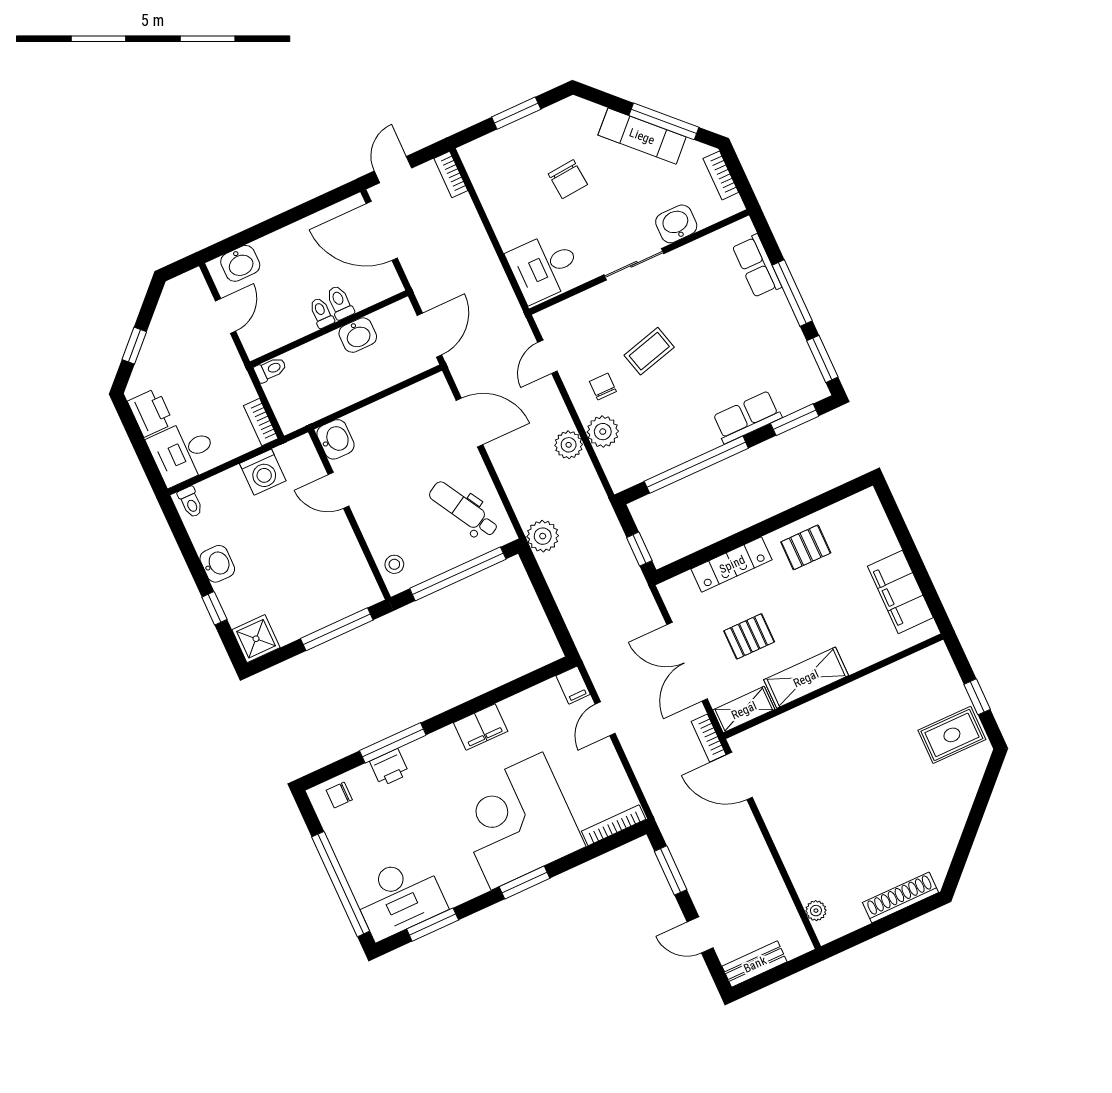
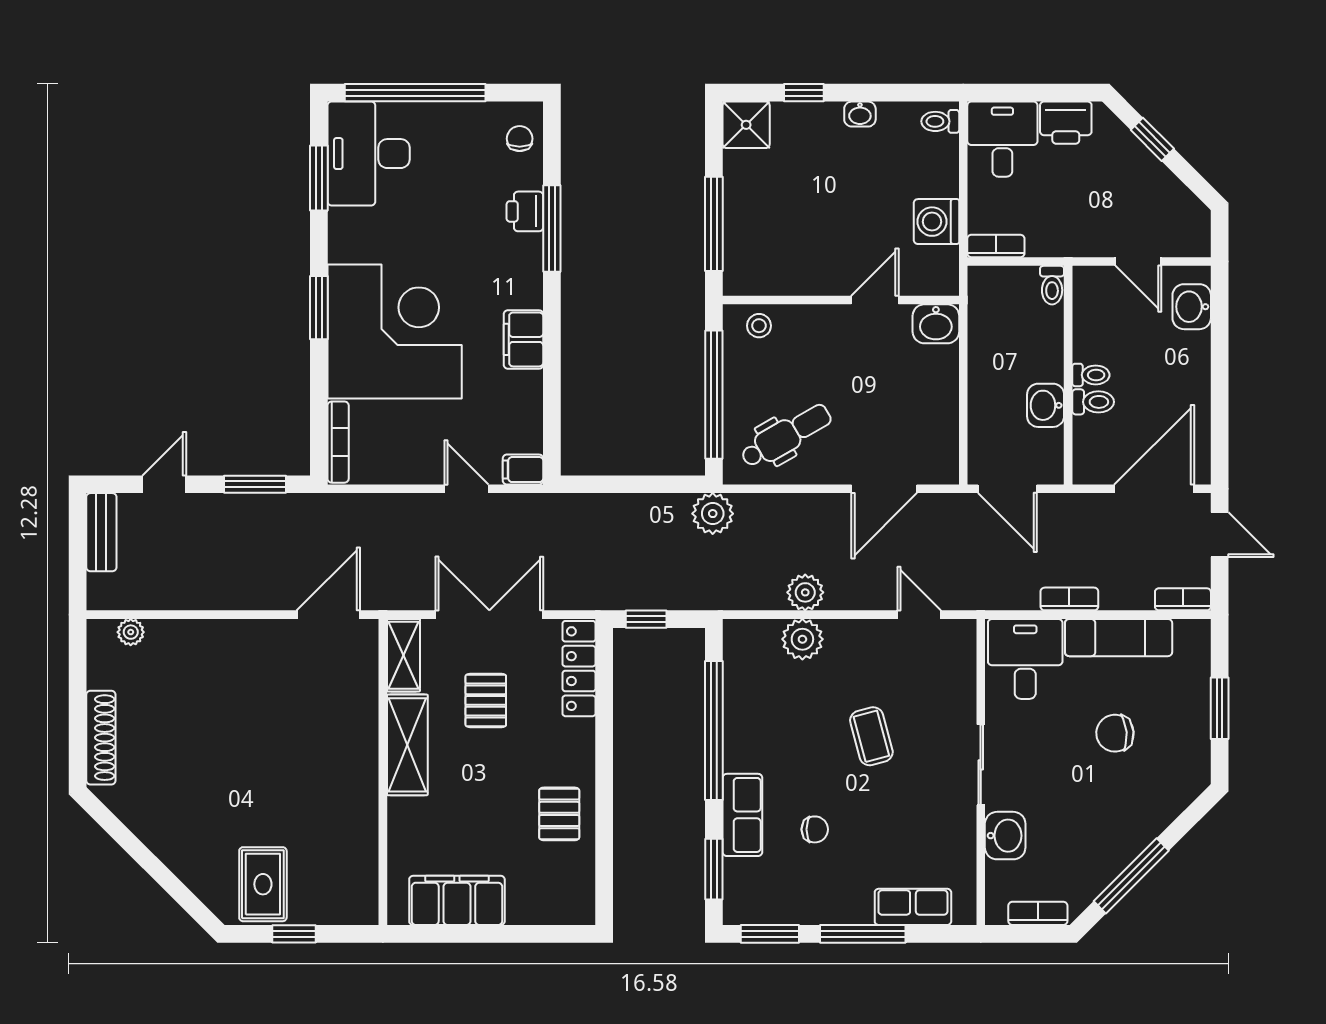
exam couch: (642, 136) -> (1119, 638), moved, turned -135
chair: (603, 386) -> (815, 829), moved
washbasin: (217, 564) -> (860, 114), width x0.72, depth x0.69
locker: (732, 564) -> (579, 669), moved
bookcase: (709, 738) -> (1069, 599), moved

